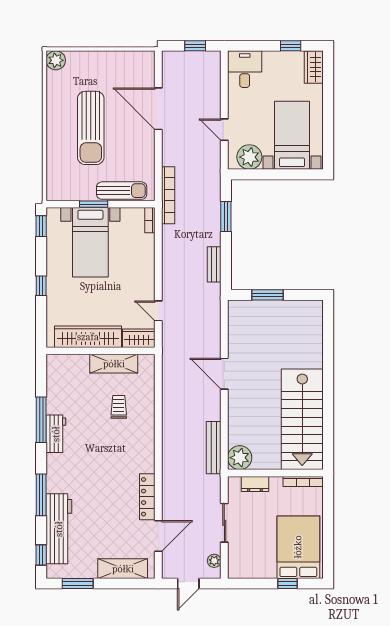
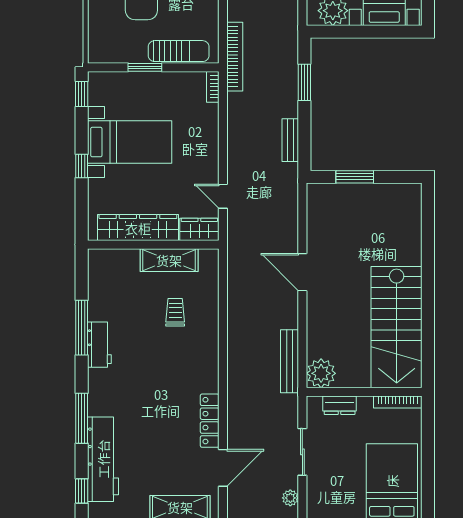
bed with nightstands: (90, 242) -> (130, 142), moved, turned -90

